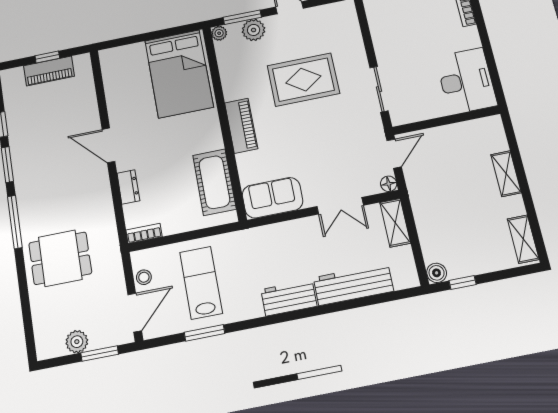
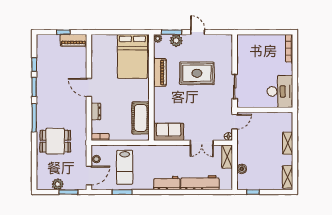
piano: (49, 71) -> (73, 40), moved
piano: (241, 126) -> (160, 72), moved
boiler: (437, 273) -> (242, 169), moved
lab bench: (201, 283) -> (125, 167), turned 180

